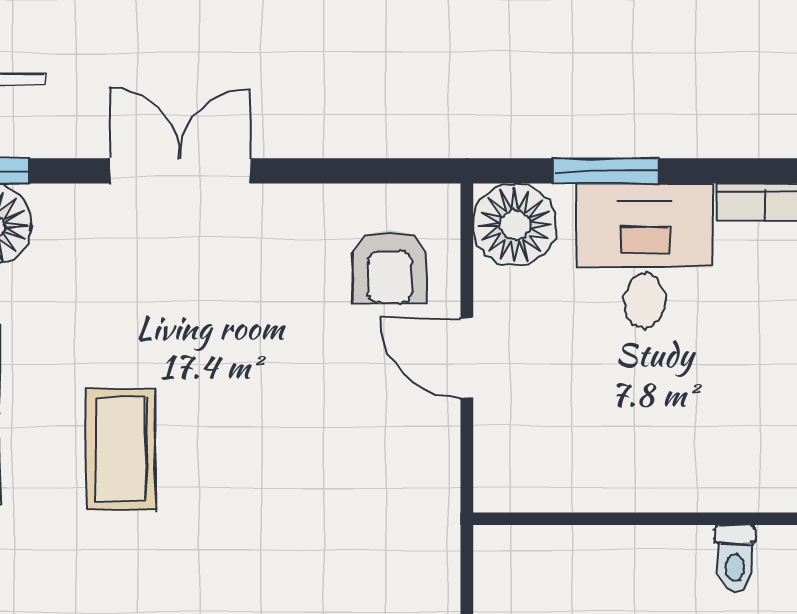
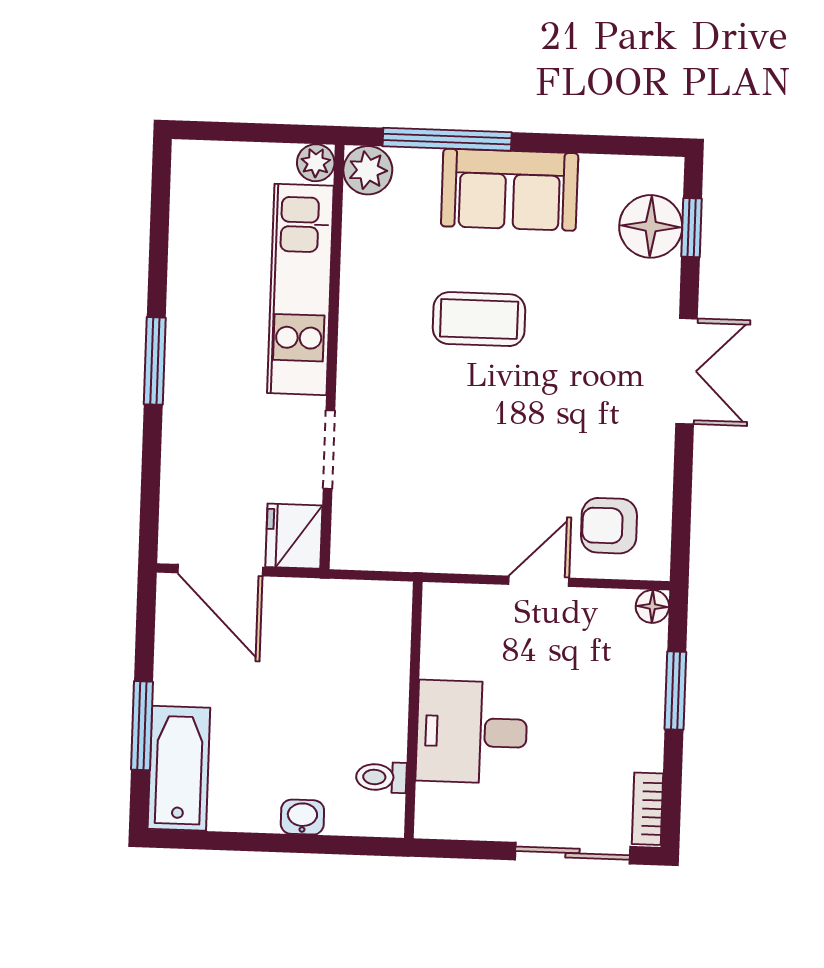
floor lamp: (515, 225) -> (652, 606), width x0.53, depth x0.53
desk: (645, 256) -> (472, 732), moved, turned 180

